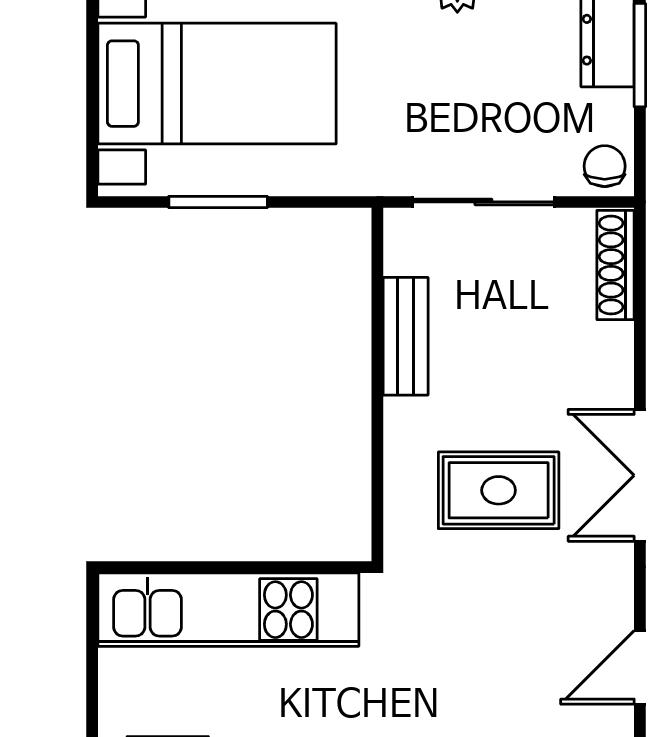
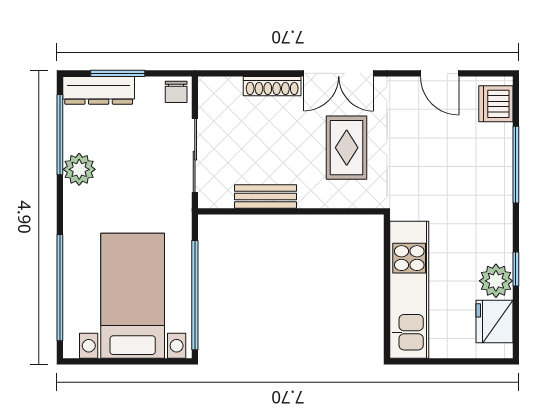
chair: (605, 166) -> (176, 92), turned -90
window: (218, 202) -> (195, 295), width x2.11
shoe rack: (616, 265) -> (272, 86), moved

